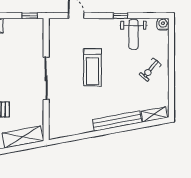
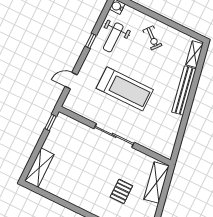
weight bench: (134, 34) -> (113, 37), turned 90
treadmill: (93, 67) -> (125, 89), width x1.37, depth x1.38

